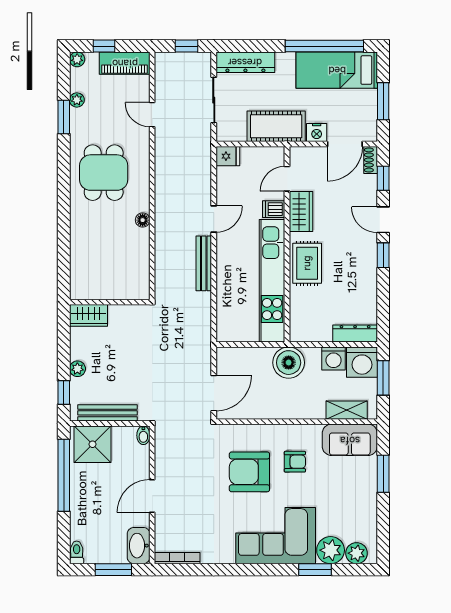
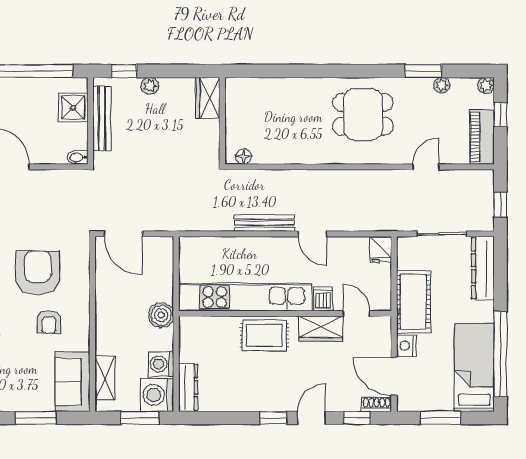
floor lamp: (143, 220) -> (244, 157), moved
boiler: (289, 363) -> (161, 315), width x0.73, depth x0.73
shower: (93, 444) -> (73, 108), width x0.73, depth x0.73

